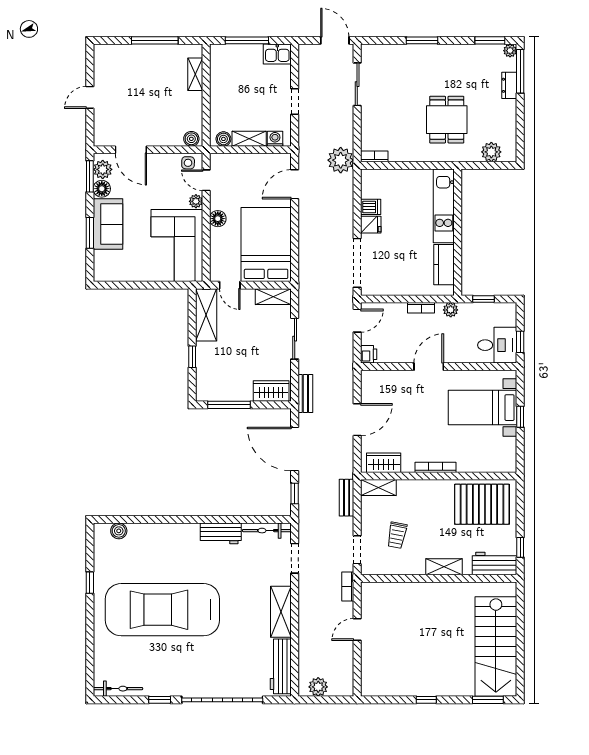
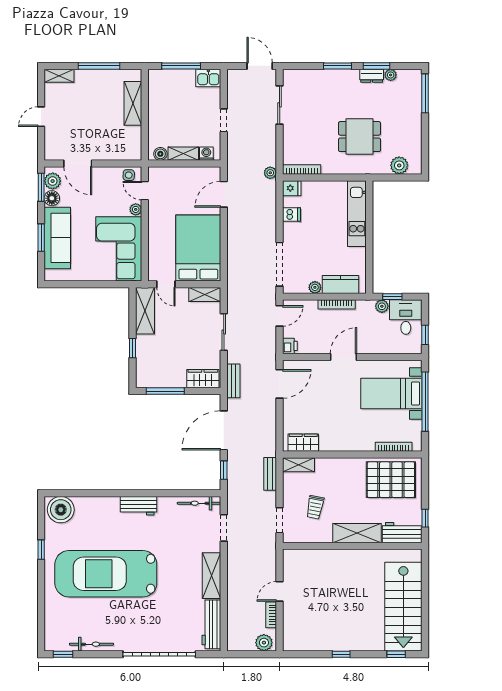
window: (490, 40) -> (377, 66), moved
shelving: (110, 51) -> (59, 76), added
plant: (510, 51) -> (391, 75), moved
shelving: (195, 74) -> (133, 103), width x1.50, depth x1.33
dresser: (509, 85) -> (372, 76), moved, turned -90
dining table: (447, 120) -> (360, 137), turned 90
boiler: (191, 139) -> (132, 154), removed
bookcase: (374, 156) -> (302, 169), width x1.56
plant: (341, 160) -> (270, 173), width x0.53, depth x0.53
floor lamp: (218, 219) -> (155, 225), removed
sofa: (108, 224) -> (57, 238), width x1.36
fridge: (371, 225) -> (292, 188), moved
kitchen counter: (444, 265) -> (340, 284), moved, turned 90
plant: (397, 289) -> (315, 287), added
bookcase: (421, 308) -> (337, 304), width x1.56
plant: (451, 310) -> (382, 306), moved
desk: (497, 345) -> (406, 317), moved, turned -90
window: (520, 417) -> (425, 402), width x3.17
door: (357, 420) -> (280, 384), moved
door: (295, 449) -> (224, 430), hinge flipped
bookcase: (435, 467) -> (394, 447), moved
boiler: (119, 531) -> (61, 510), width x1.86, depth x1.86
workbench: (221, 533) -> (139, 506), moved
shelving: (444, 567) -> (357, 533), width x1.50, depth x1.33
bookcase: (348, 587) -> (271, 615), moved
plant: (318, 687) -> (264, 643), moved
bicycle: (118, 689) -> (91, 644), moved
window: (160, 700) -> (63, 654), moved
window: (488, 700) -> (396, 654), width x0.67

